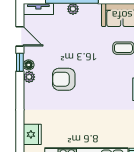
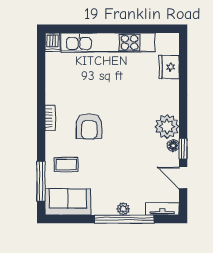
plant: (29, 77) -> (167, 126), width x1.88, depth x1.88
armchair: (64, 79) -> (89, 126), moved, turned 90

